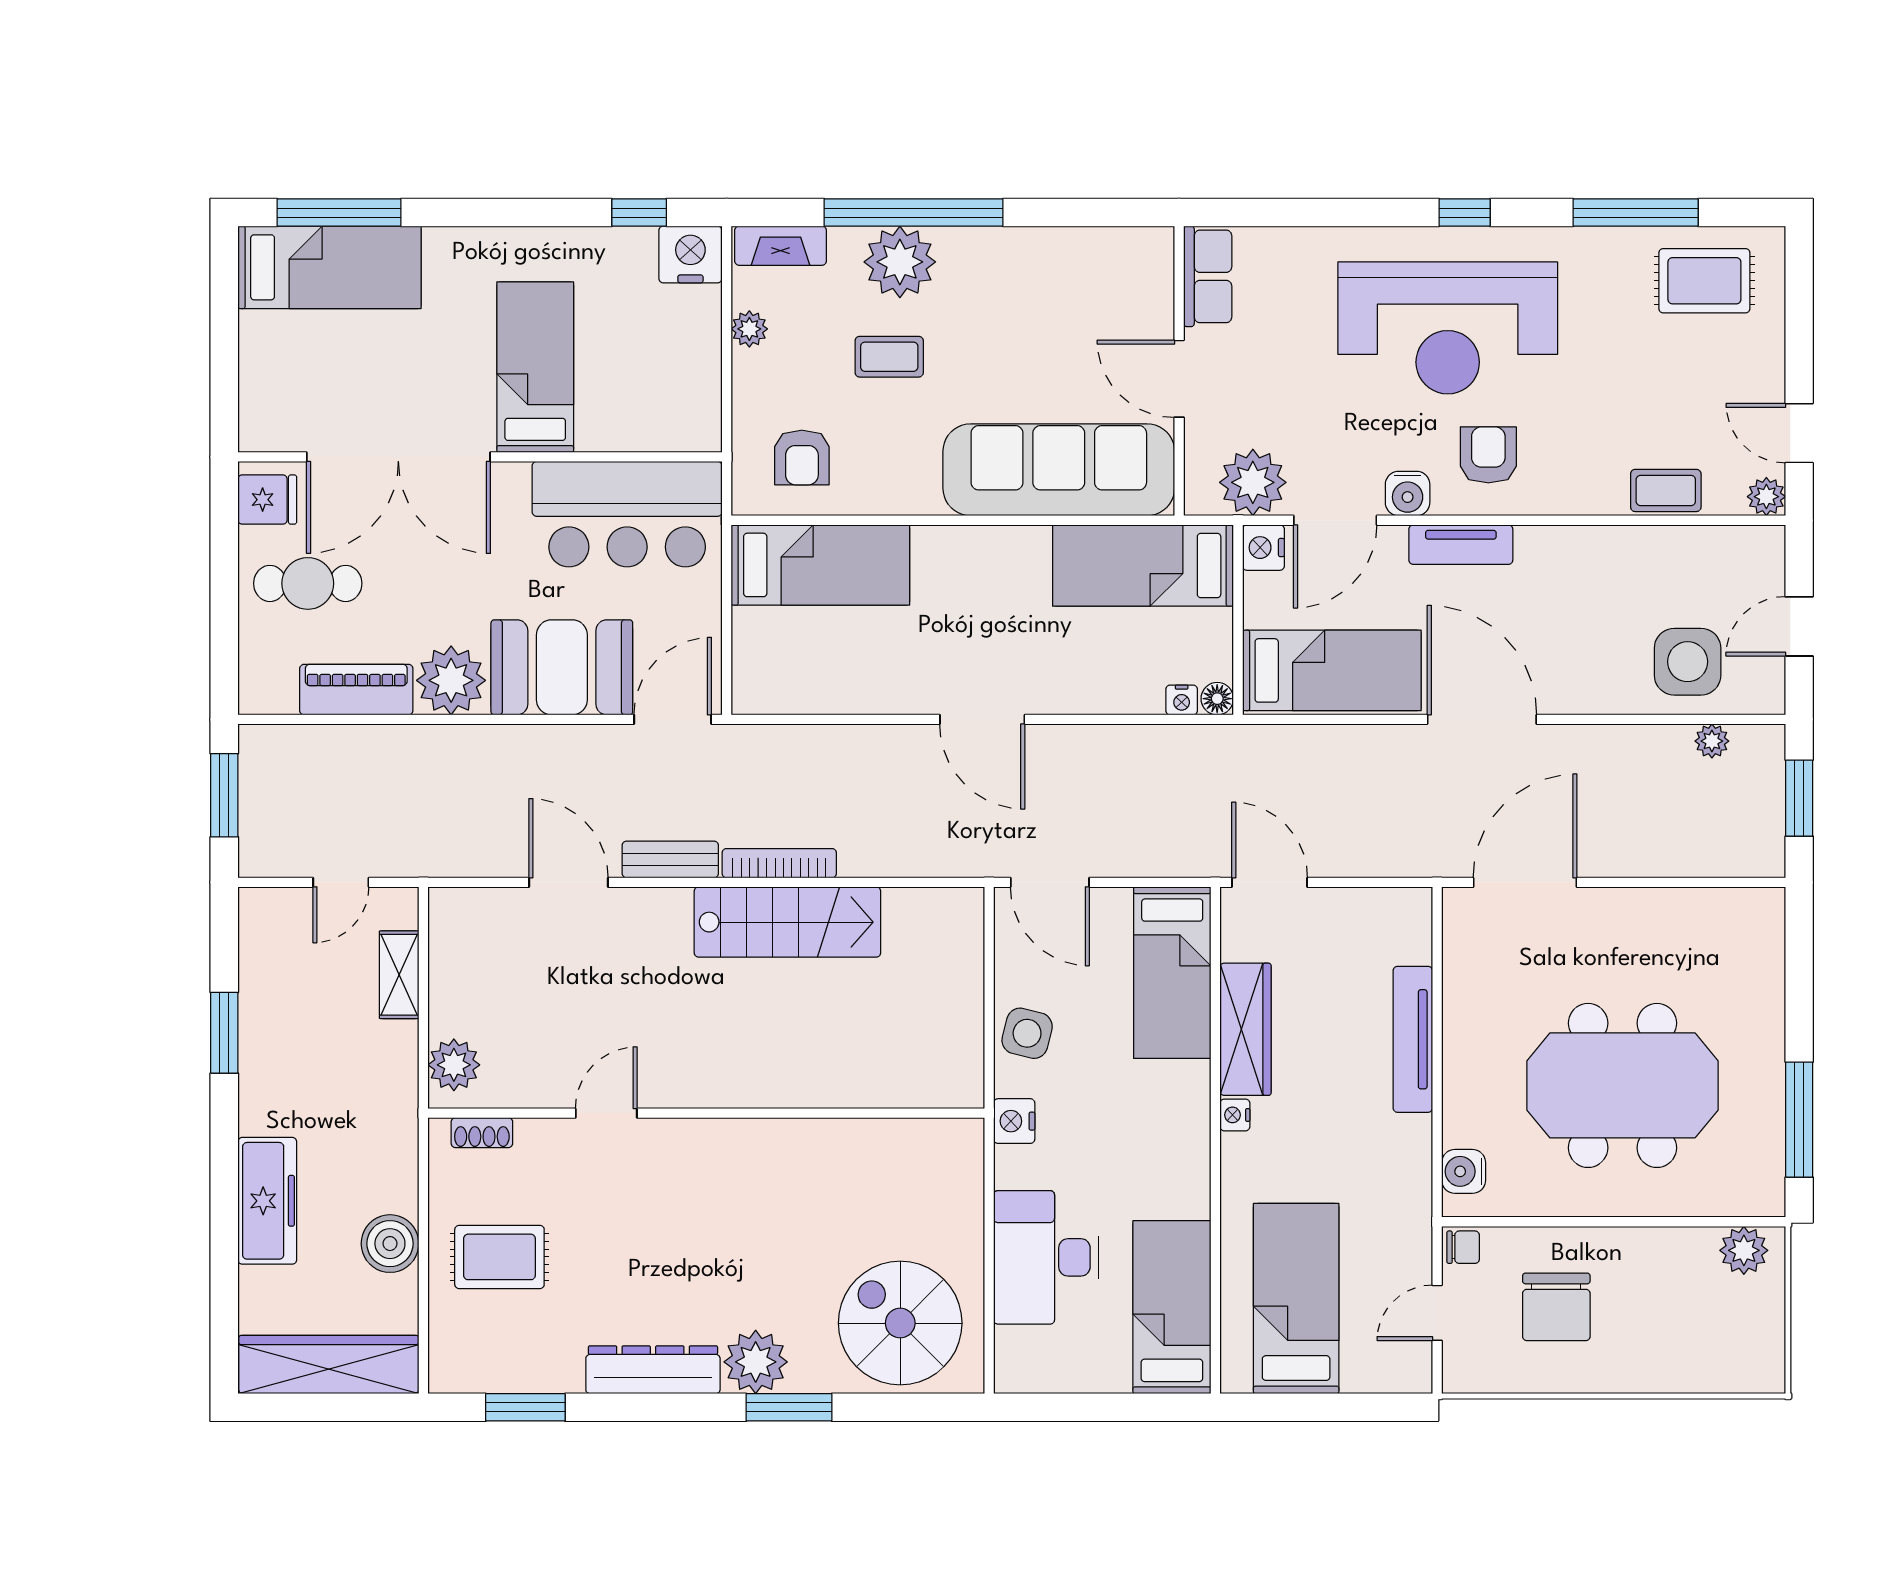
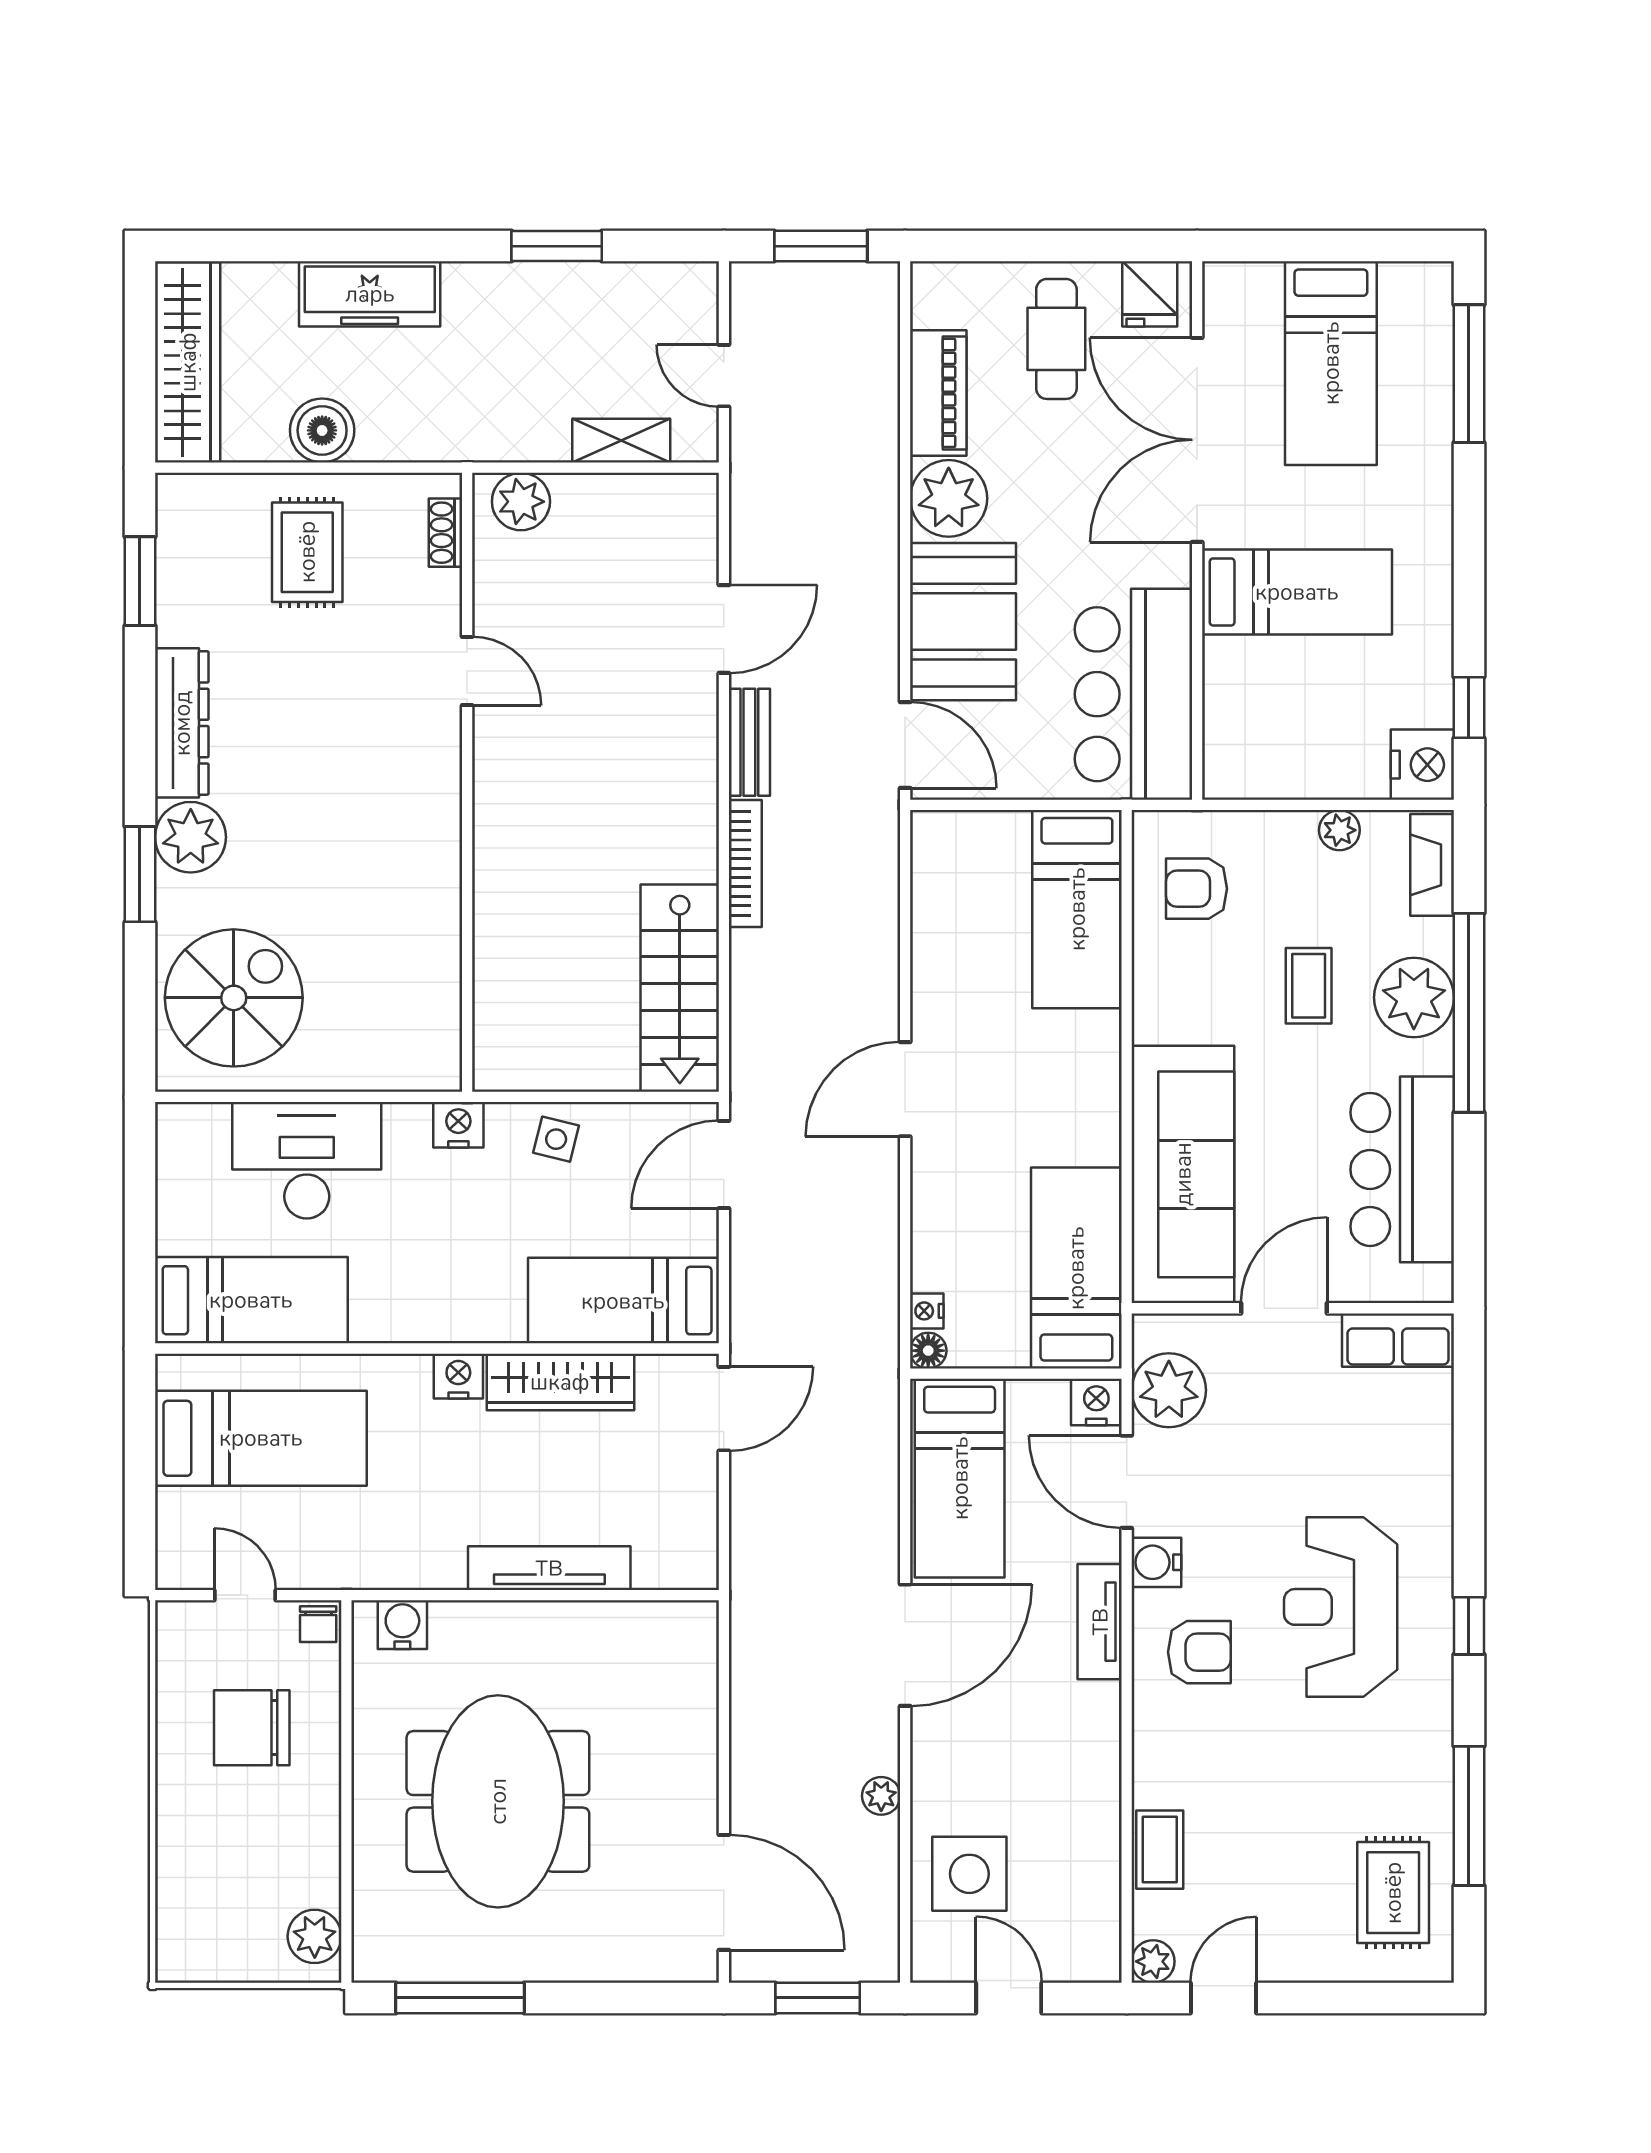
bed: (329, 267) -> (1331, 363), moved
bar counter: (1054, 273) -> (1402, 1169), added
reception desk: (1448, 328) -> (1341, 1607), width x0.74, depth x0.77
plant: (1712, 741) -> (881, 1796), moved
door: (1525, 882) -> (724, 1892), moved
stairs: (787, 922) -> (680, 988), moved
side table: (1027, 1033) -> (556, 1139), width x0.73, depth x0.73
nightstand: (1235, 1115) -> (458, 1376), width x1.39, depth x1.35

